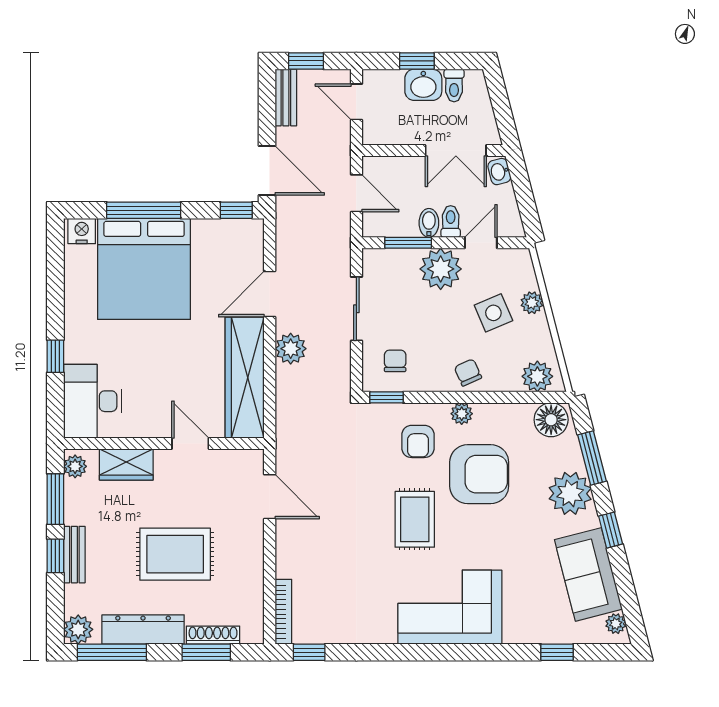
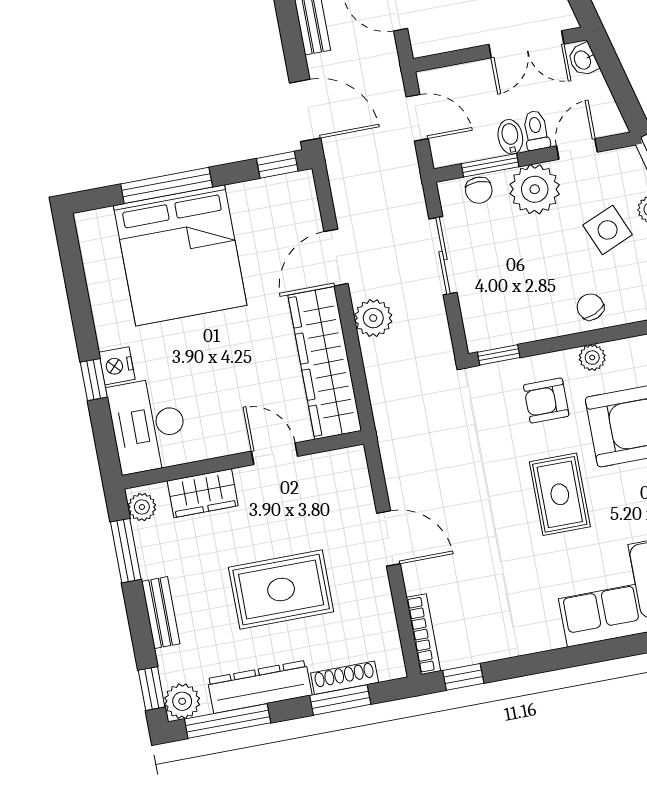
nightstand: (82, 231) -> (117, 366), moved, turned -90
chair: (395, 361) -> (479, 190), moved, turned 180
armchair: (418, 441) -> (546, 401), turned 90
door: (270, 497) -> (389, 538), moved
window: (55, 556) -> (152, 689), moved

